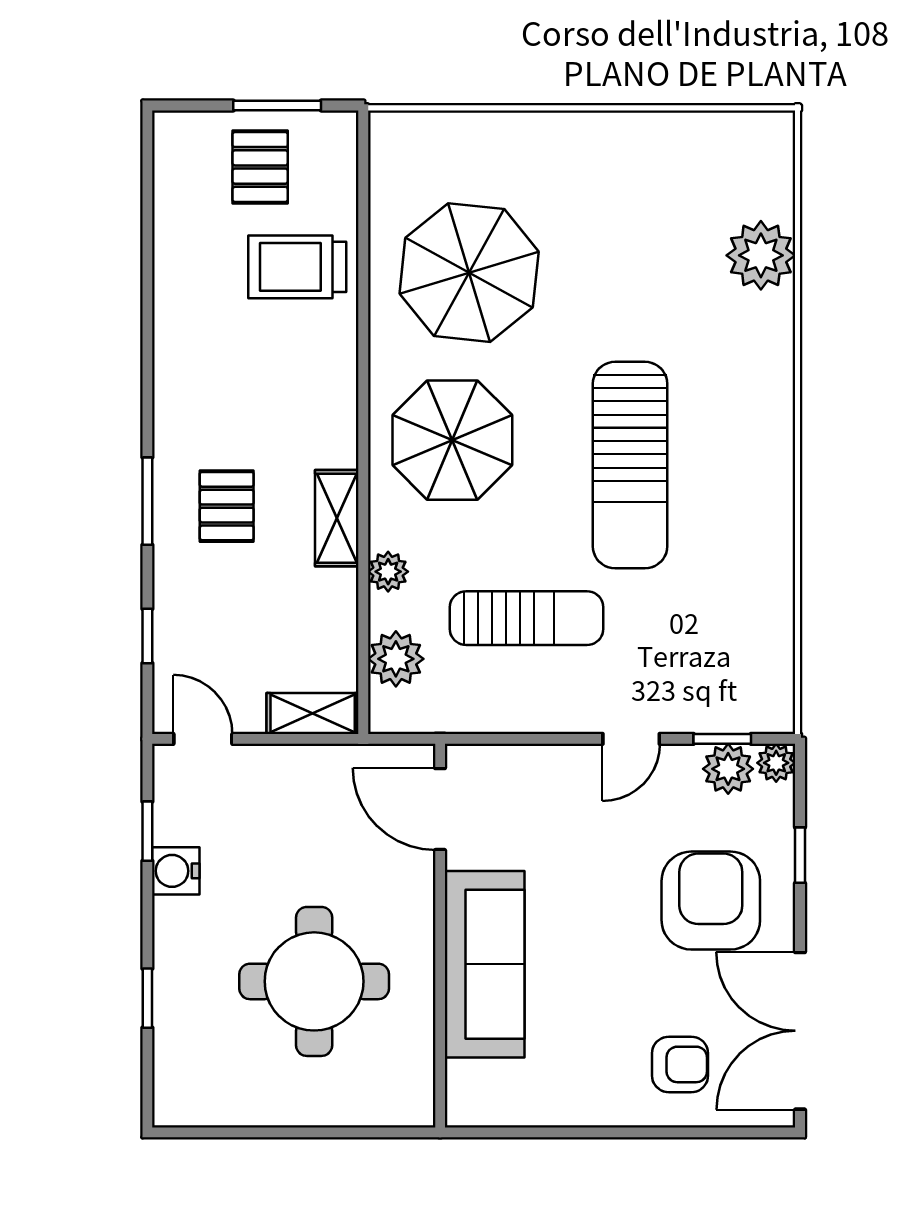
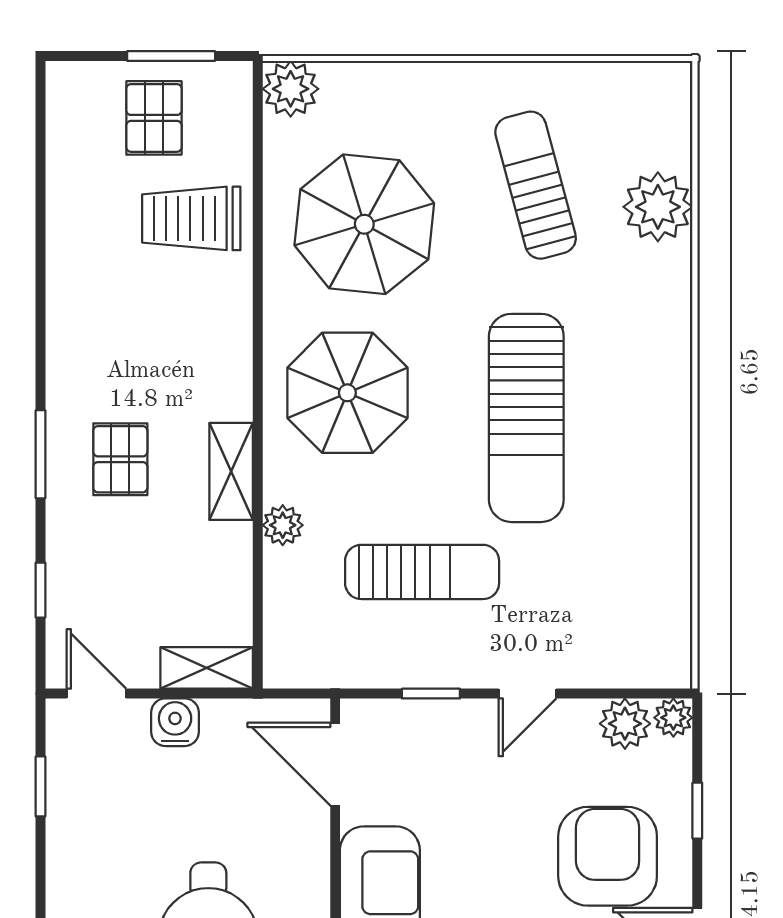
sun lounger: (639, 234) -> (536, 185), added
plant: (396, 659) -> (291, 89), moved
window: (722, 739) -> (431, 694), moved
water cooler: (176, 871) -> (175, 722), moved, turned 90

